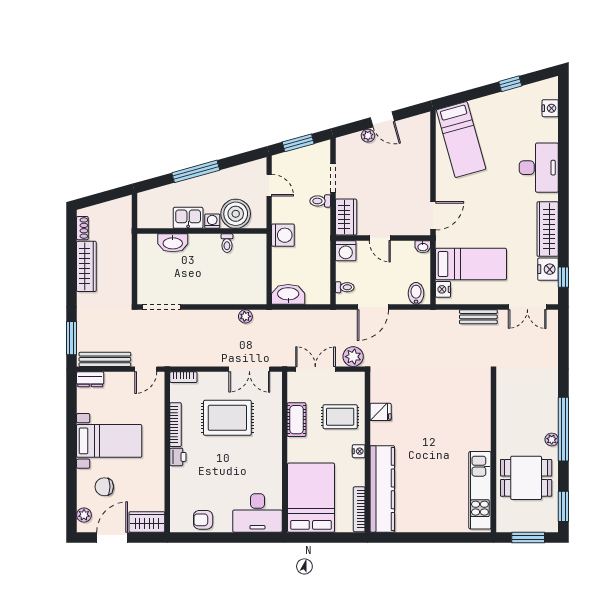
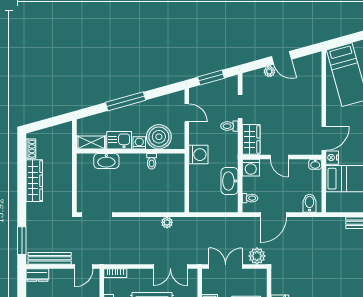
shelving: (155, 221) -> (91, 143), added
nightstand: (443, 289) -> (332, 158), moved
washbasin: (288, 294) -> (230, 181), moved, turned -90

